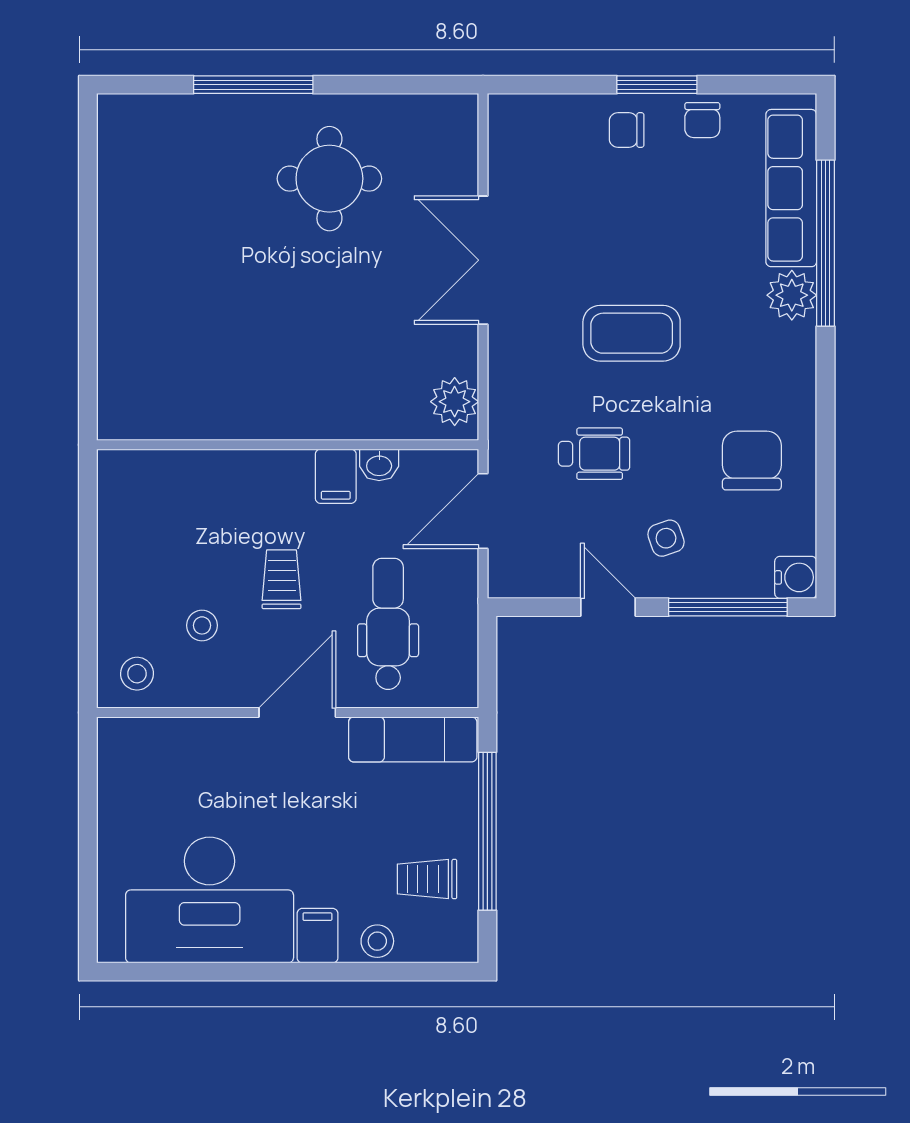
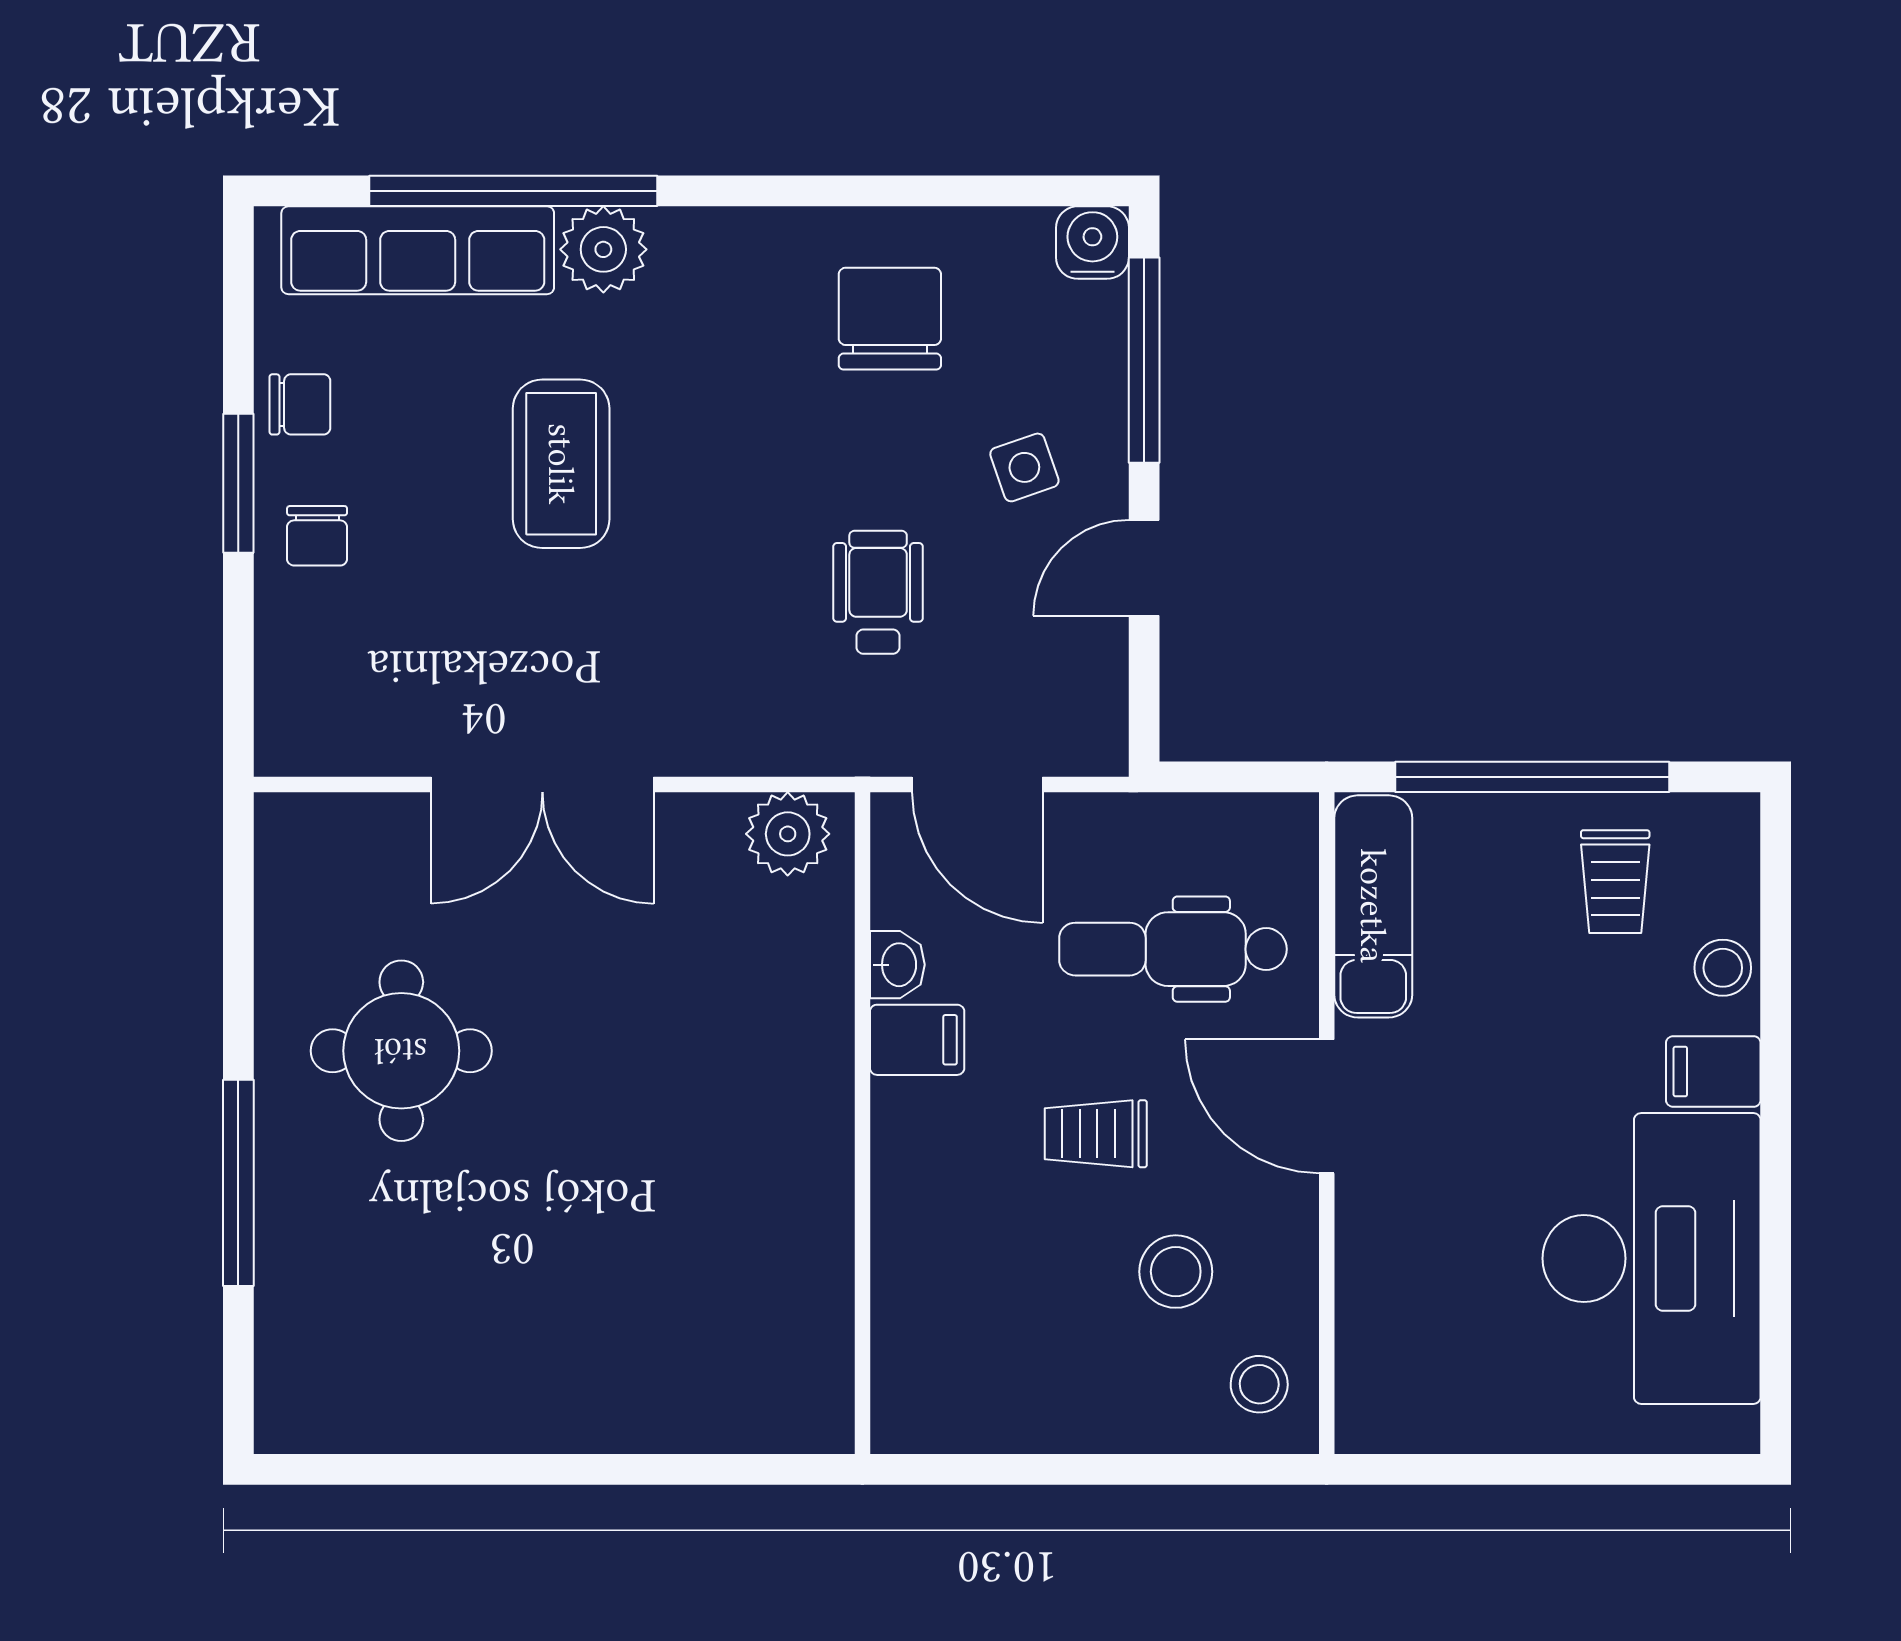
coffee table: (632, 333) -> (561, 464), moved
chair: (752, 461) -> (890, 319), turned 90
stool: (202, 625) -> (1176, 1272), width x1.37, depth x1.37

